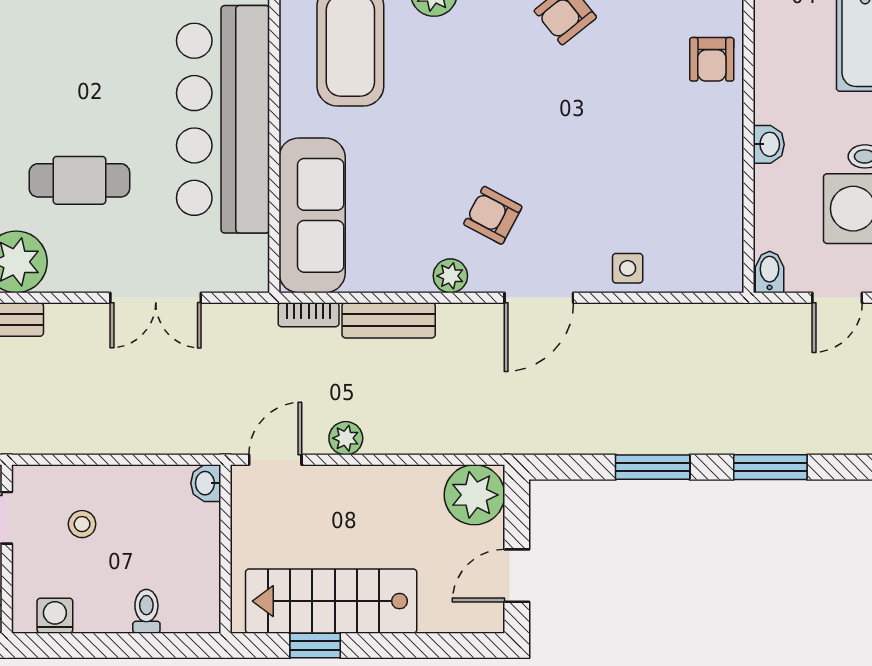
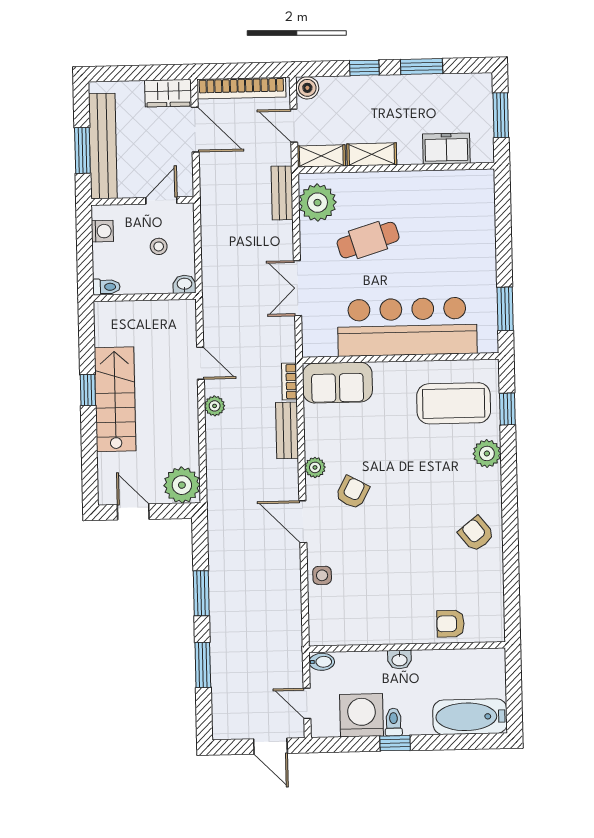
cafe table: (79, 180) -> (368, 240), turned 73
sofa: (312, 215) -> (337, 383), width x0.73
washbasin: (206, 483) -> (184, 284), moved
wall: (226, 549) -> (145, 297), moved

